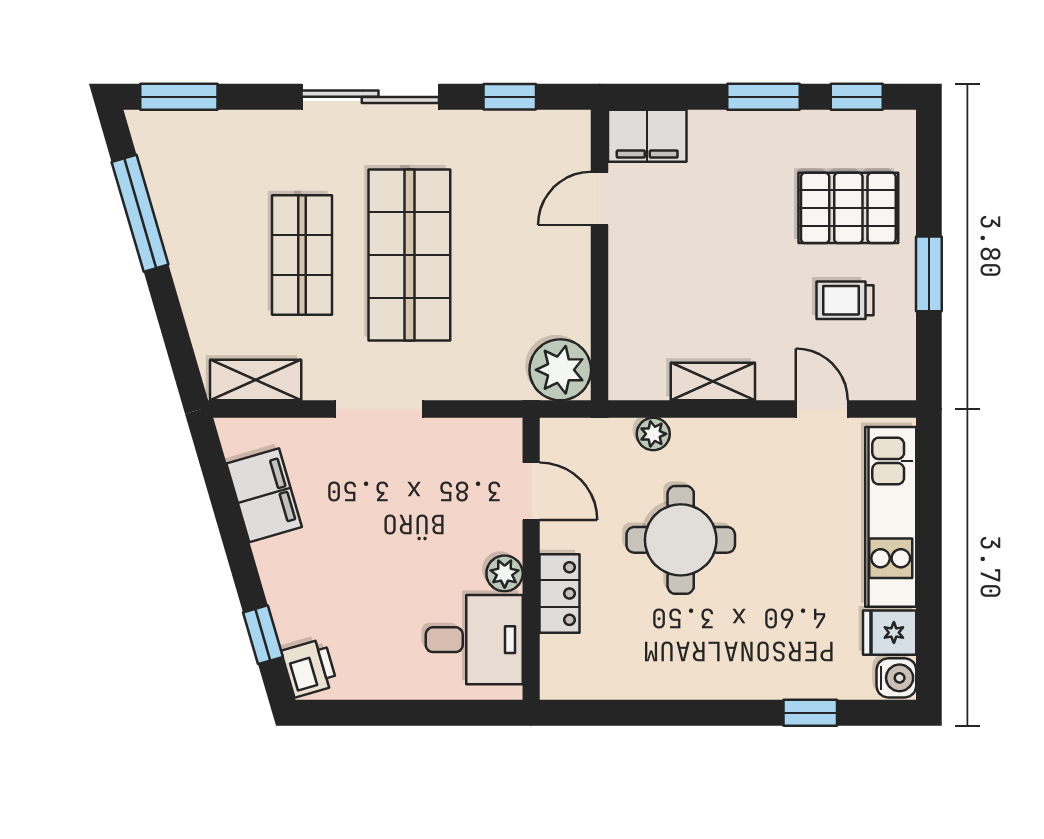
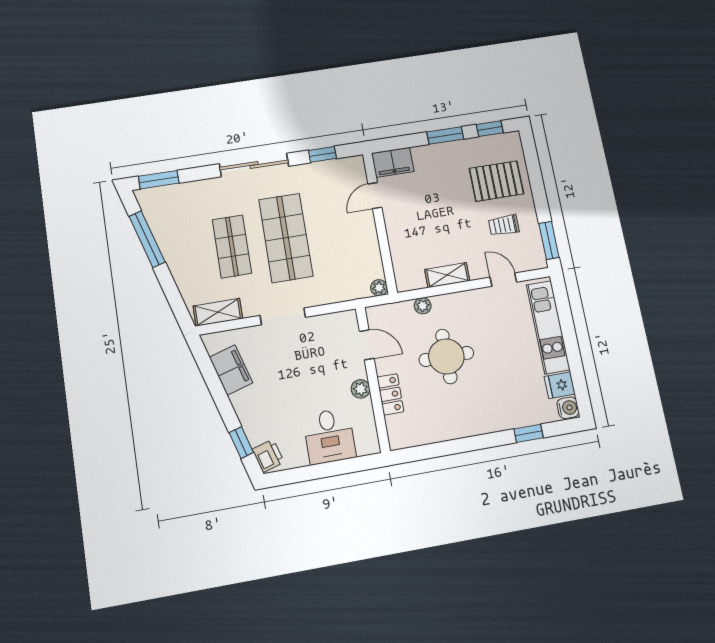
window: (929, 274) -> (549, 240), moved
plant: (560, 370) -> (379, 288), width x0.53, depth x0.53
desk: (474, 640) -> (329, 436), moved, turned 90

